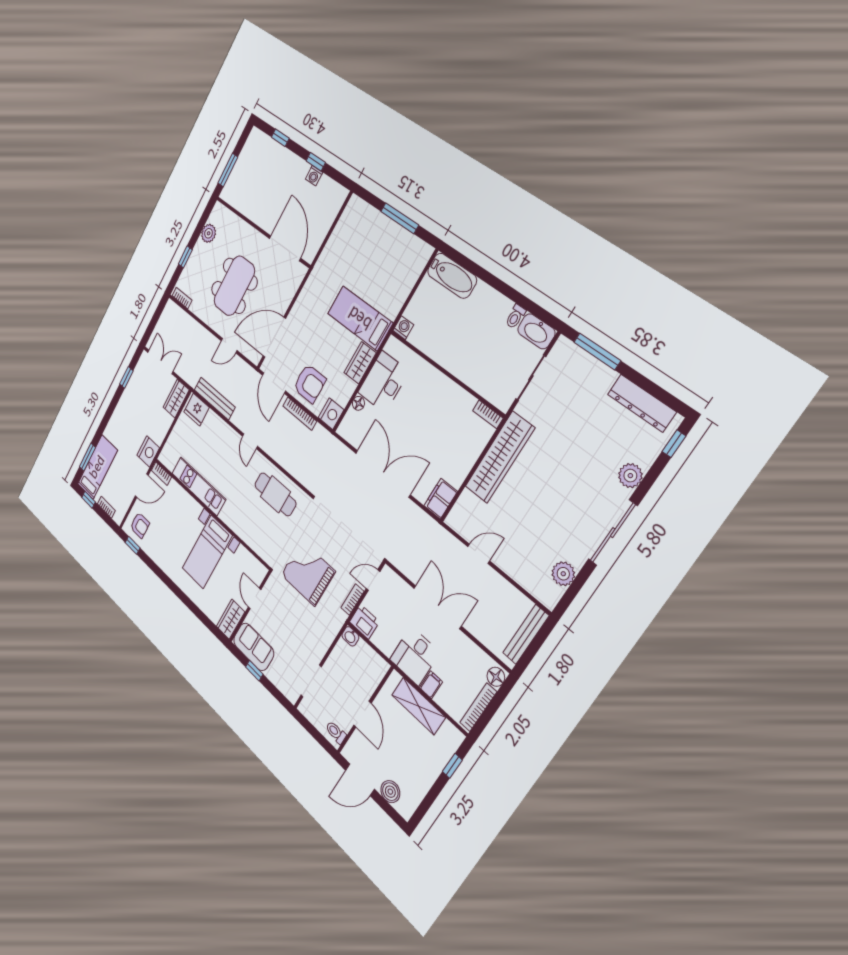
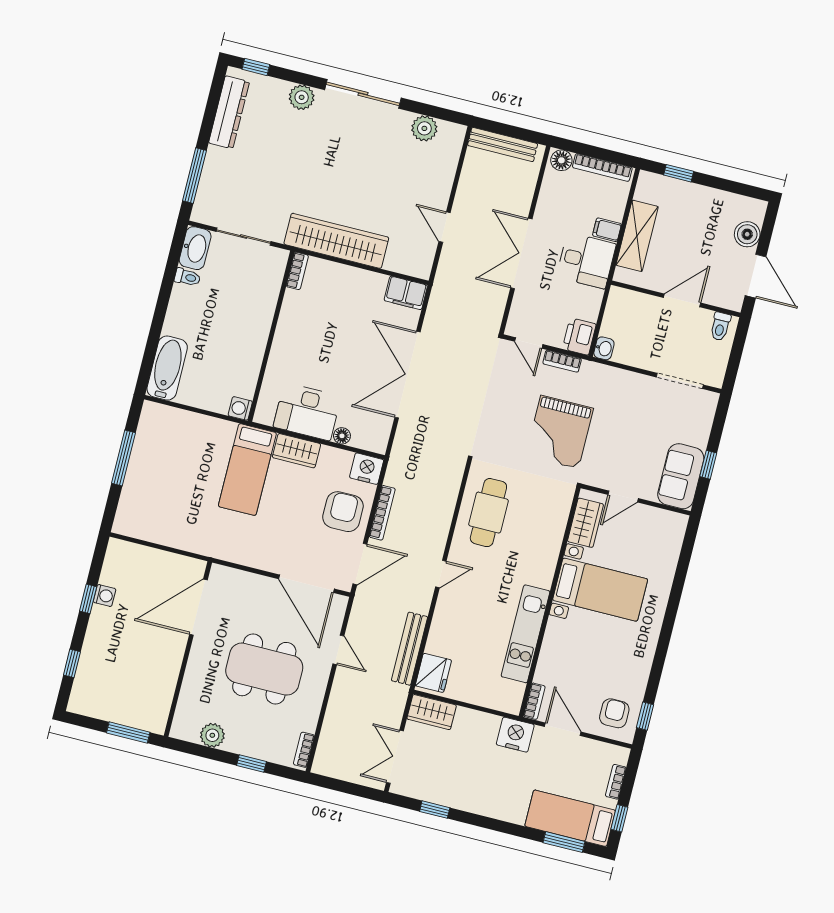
wardrobe: (231, 619) -> (585, 523), moved, turned -90

